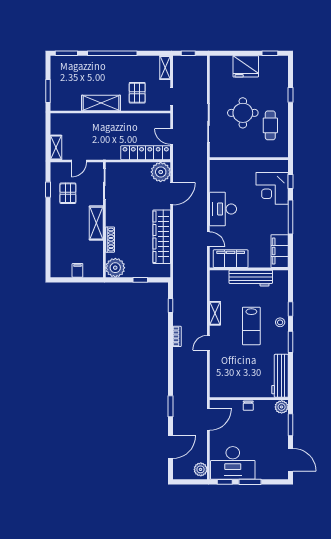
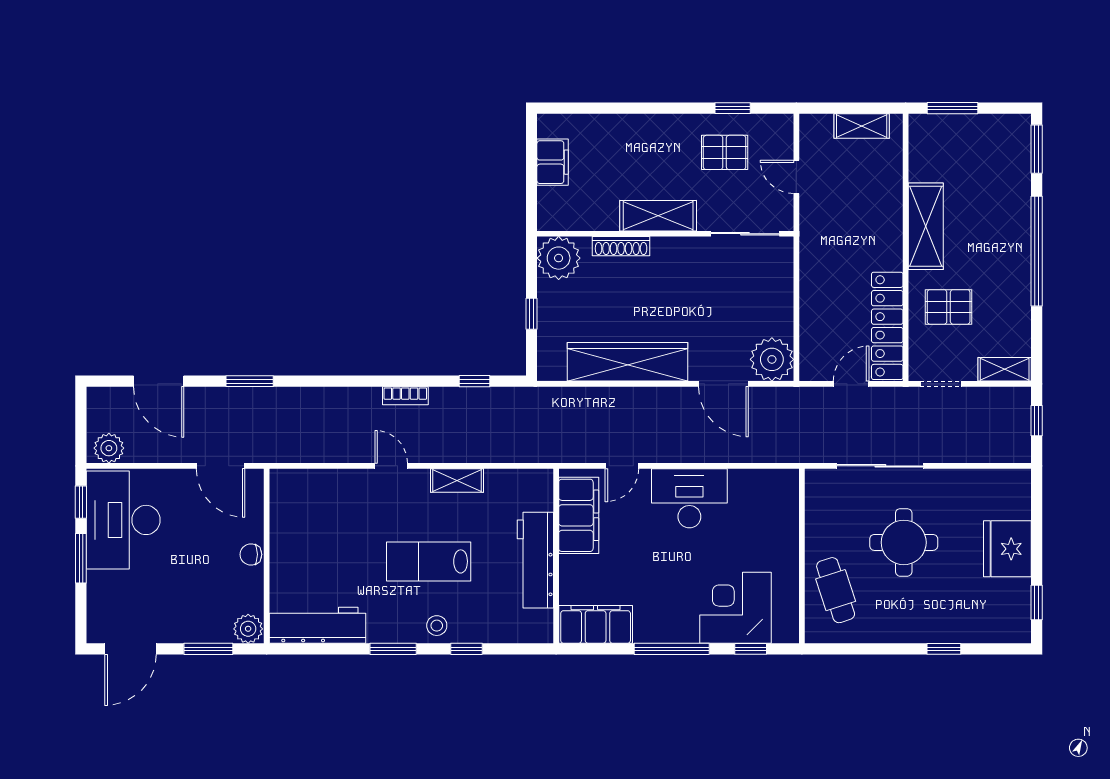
cafe table: (270, 125) -> (836, 590), moved, turned 72
shelving: (56, 147) -> (862, 126), moved
locker: (146, 153) -> (887, 326), moved, turned 180
filing cabinet: (77, 270) -> (553, 162), width x2.00

